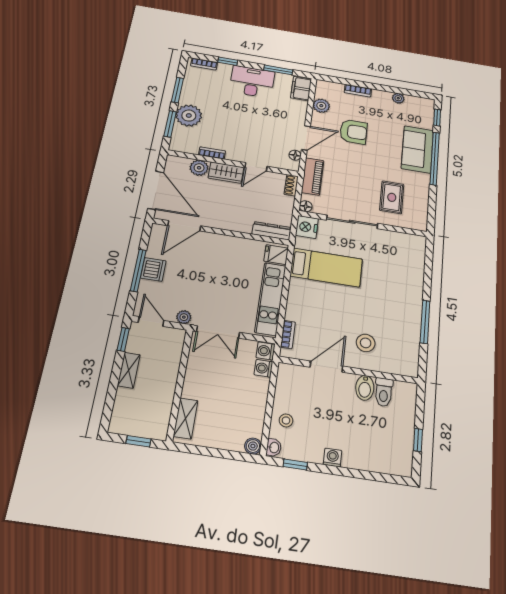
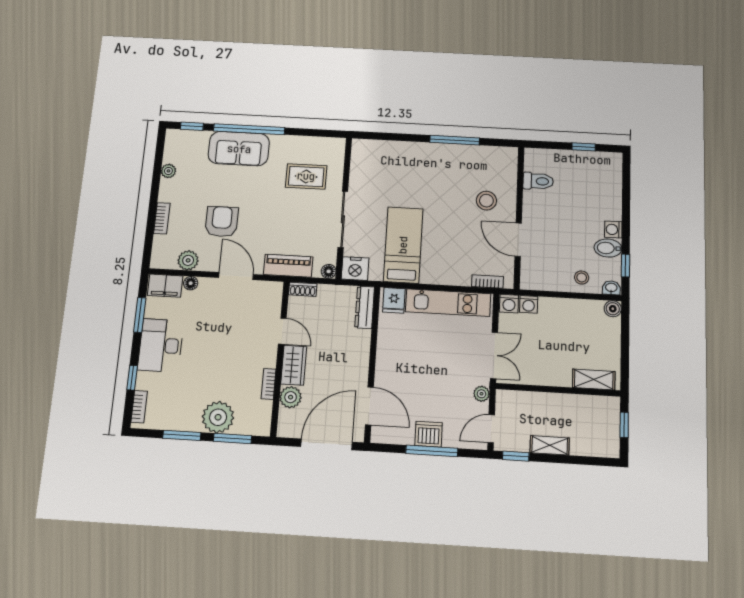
floor lamp: (295, 155) -> (191, 283), moved
bidet: (365, 388) -> (608, 248), moved, turned 180

